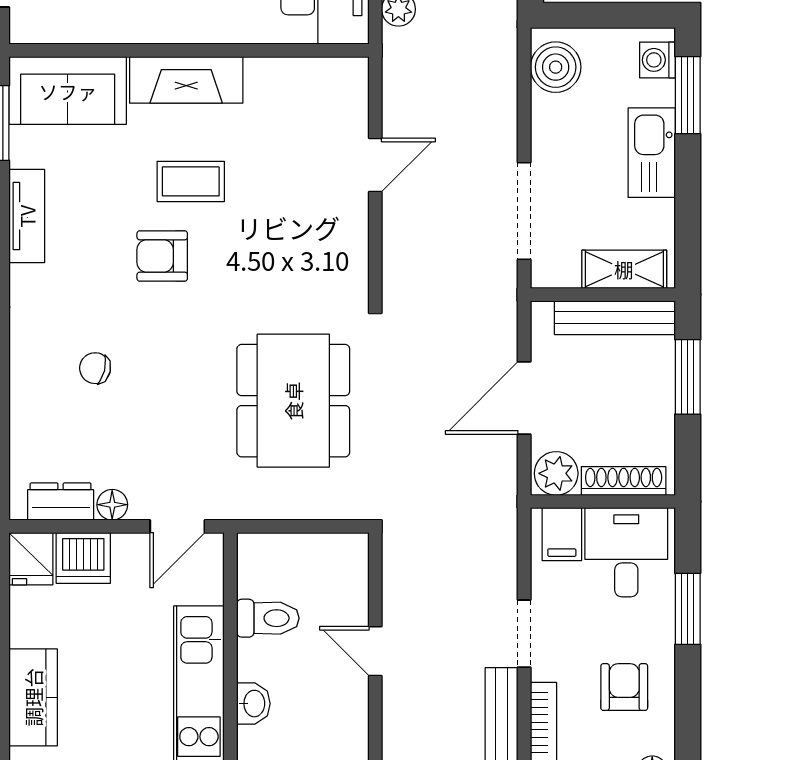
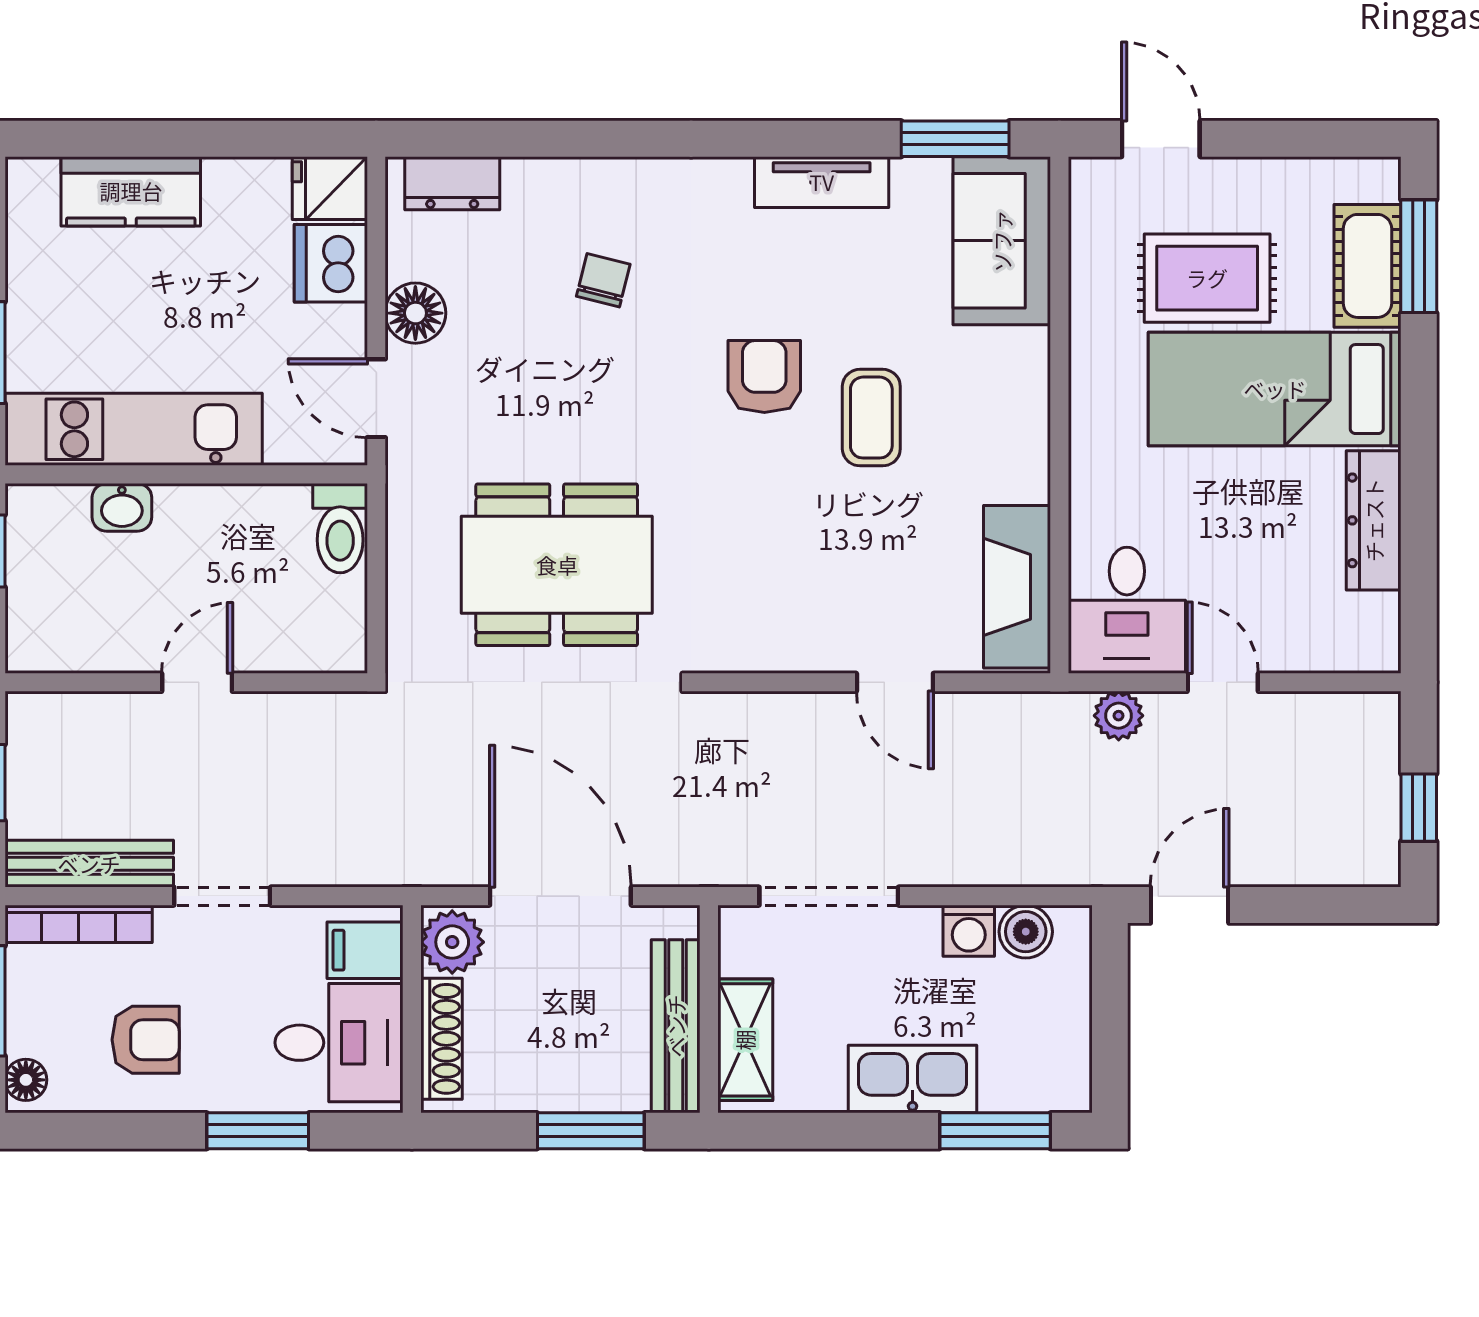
washing machine: (657, 60) -> (969, 931), moved, turned 180
boiler: (556, 67) -> (1026, 932), width x0.73, depth x0.73
fireplace: (186, 80) -> (1017, 587), moved
door: (524, 398) -> (560, 896), width x1.36
dresser: (61, 502) -> (452, 183), moved, turned 90
floor lamp: (112, 505) -> (415, 313), width x1.37, depth x1.37
toilet: (268, 618) -> (340, 528), moved

